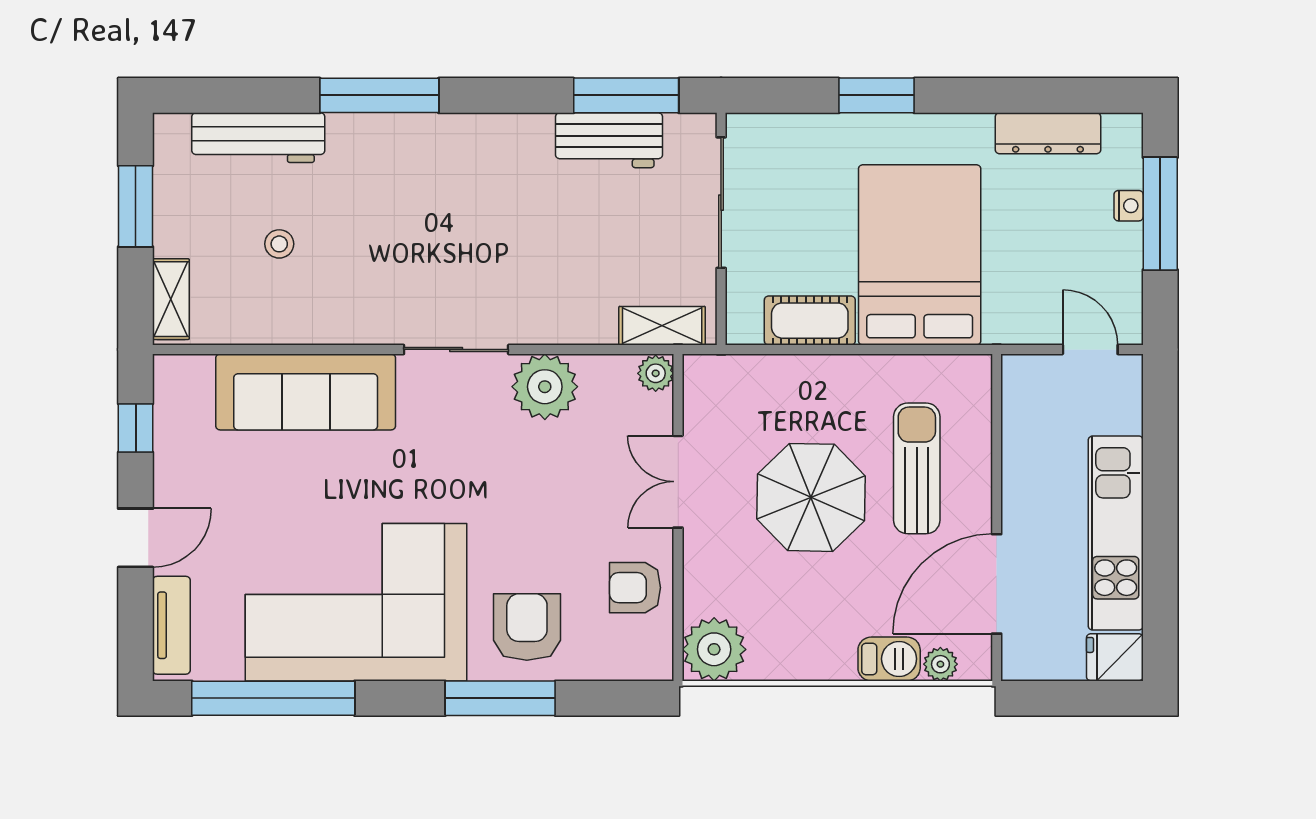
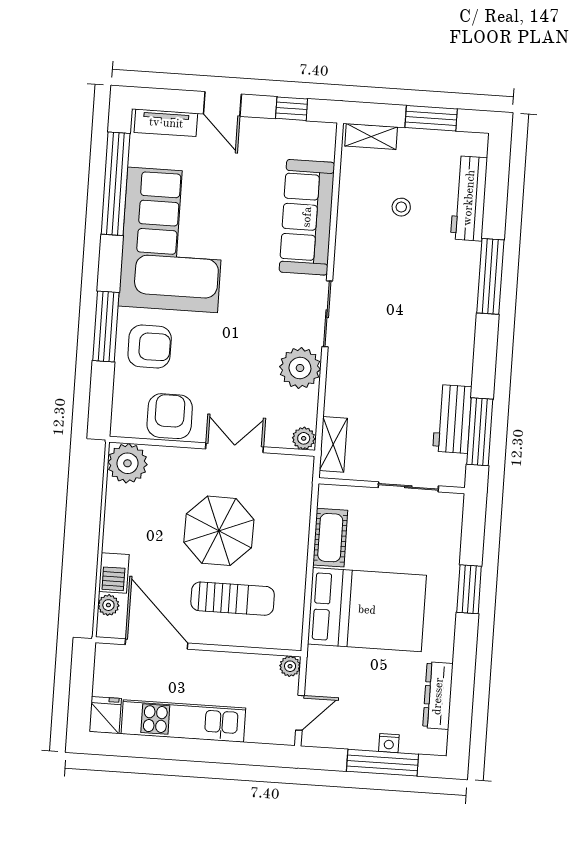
sliding door: (721, 203) -> (408, 487), width x0.73
plant: (1017, 370) -> (290, 666), added
armchair: (635, 588) -> (170, 416), width x1.38, depth x1.38

